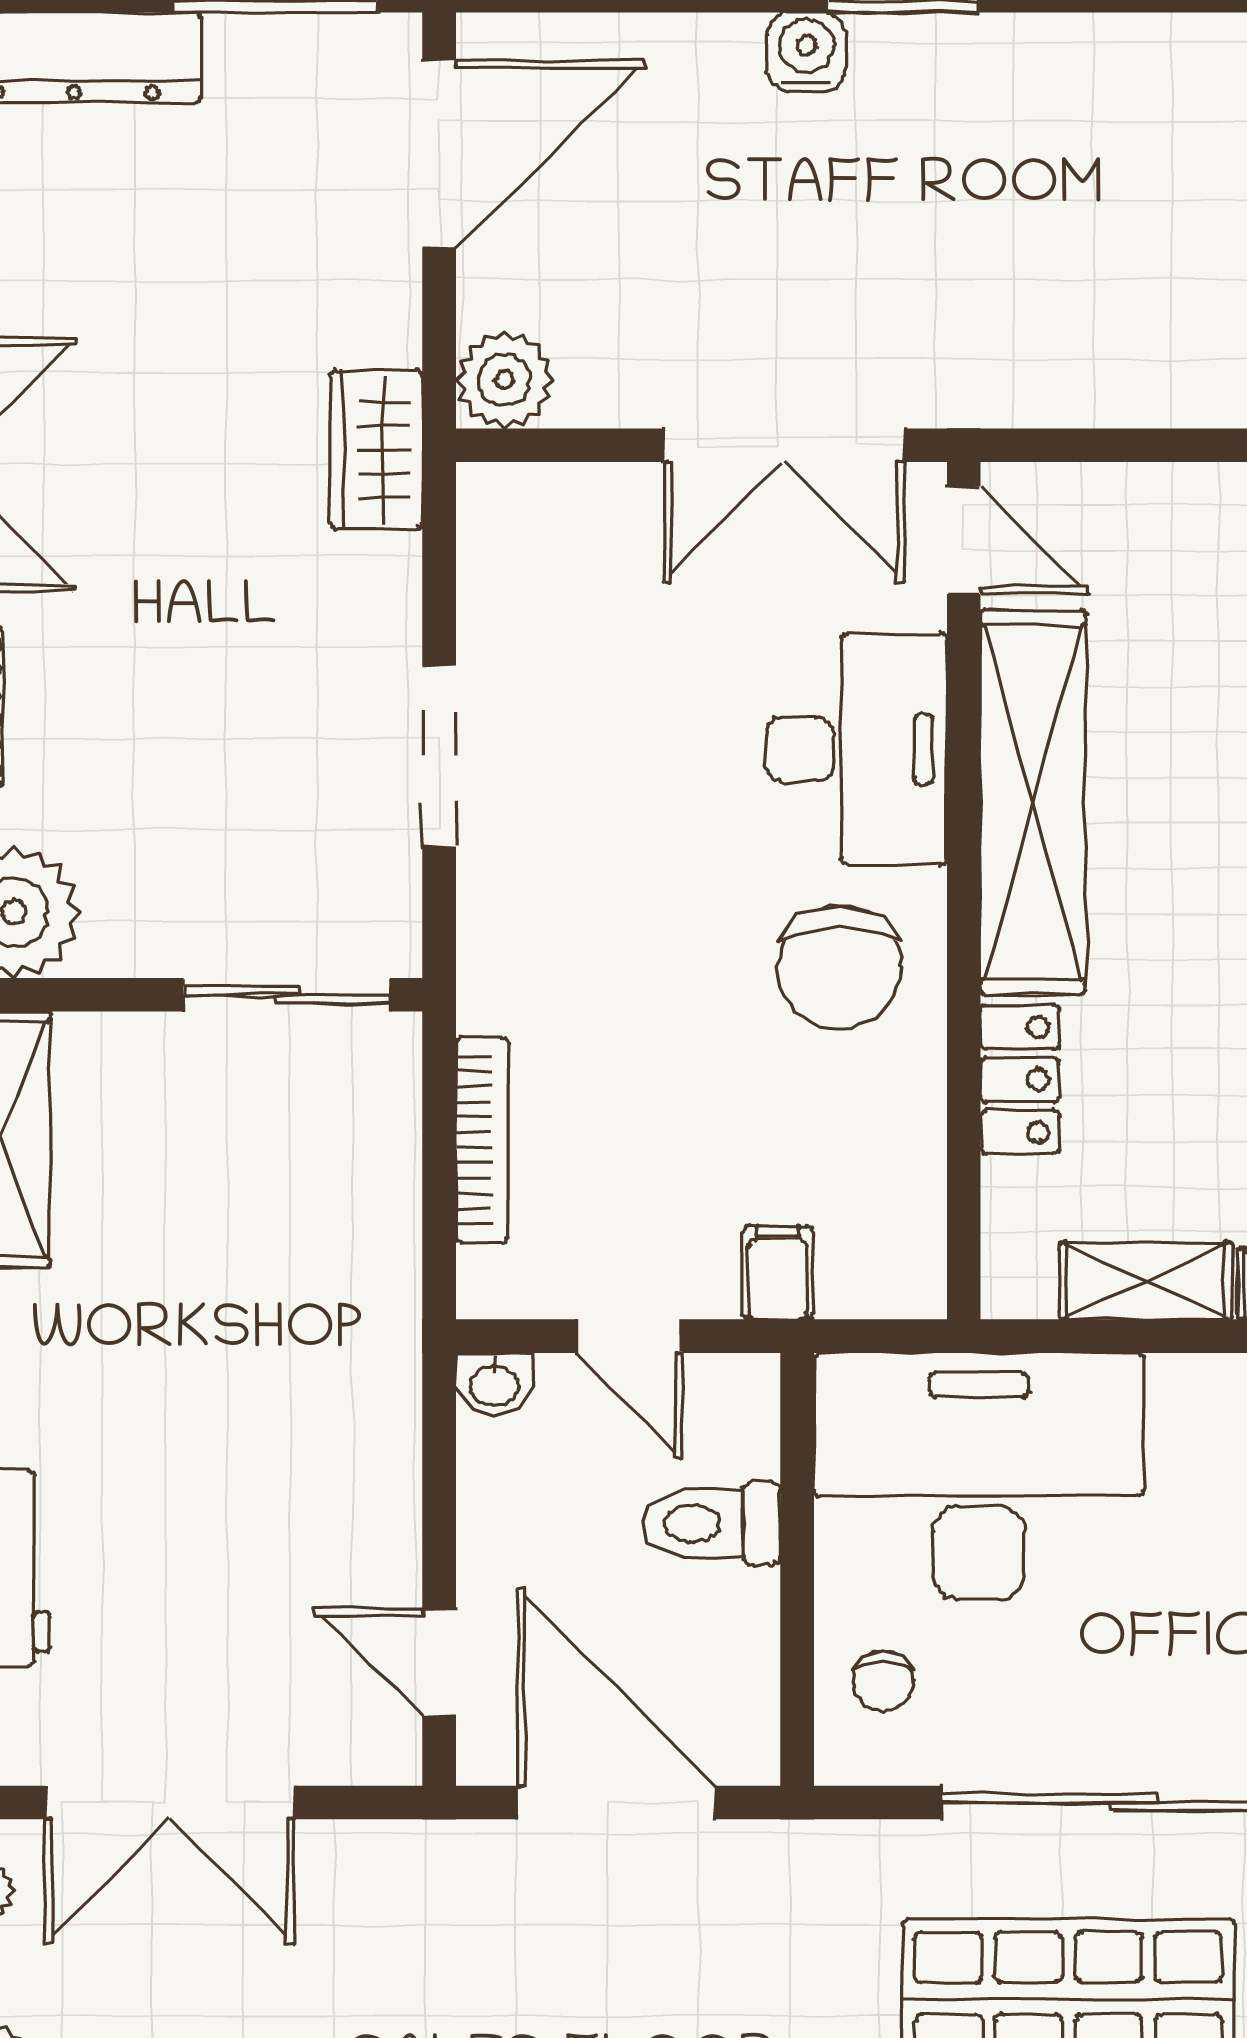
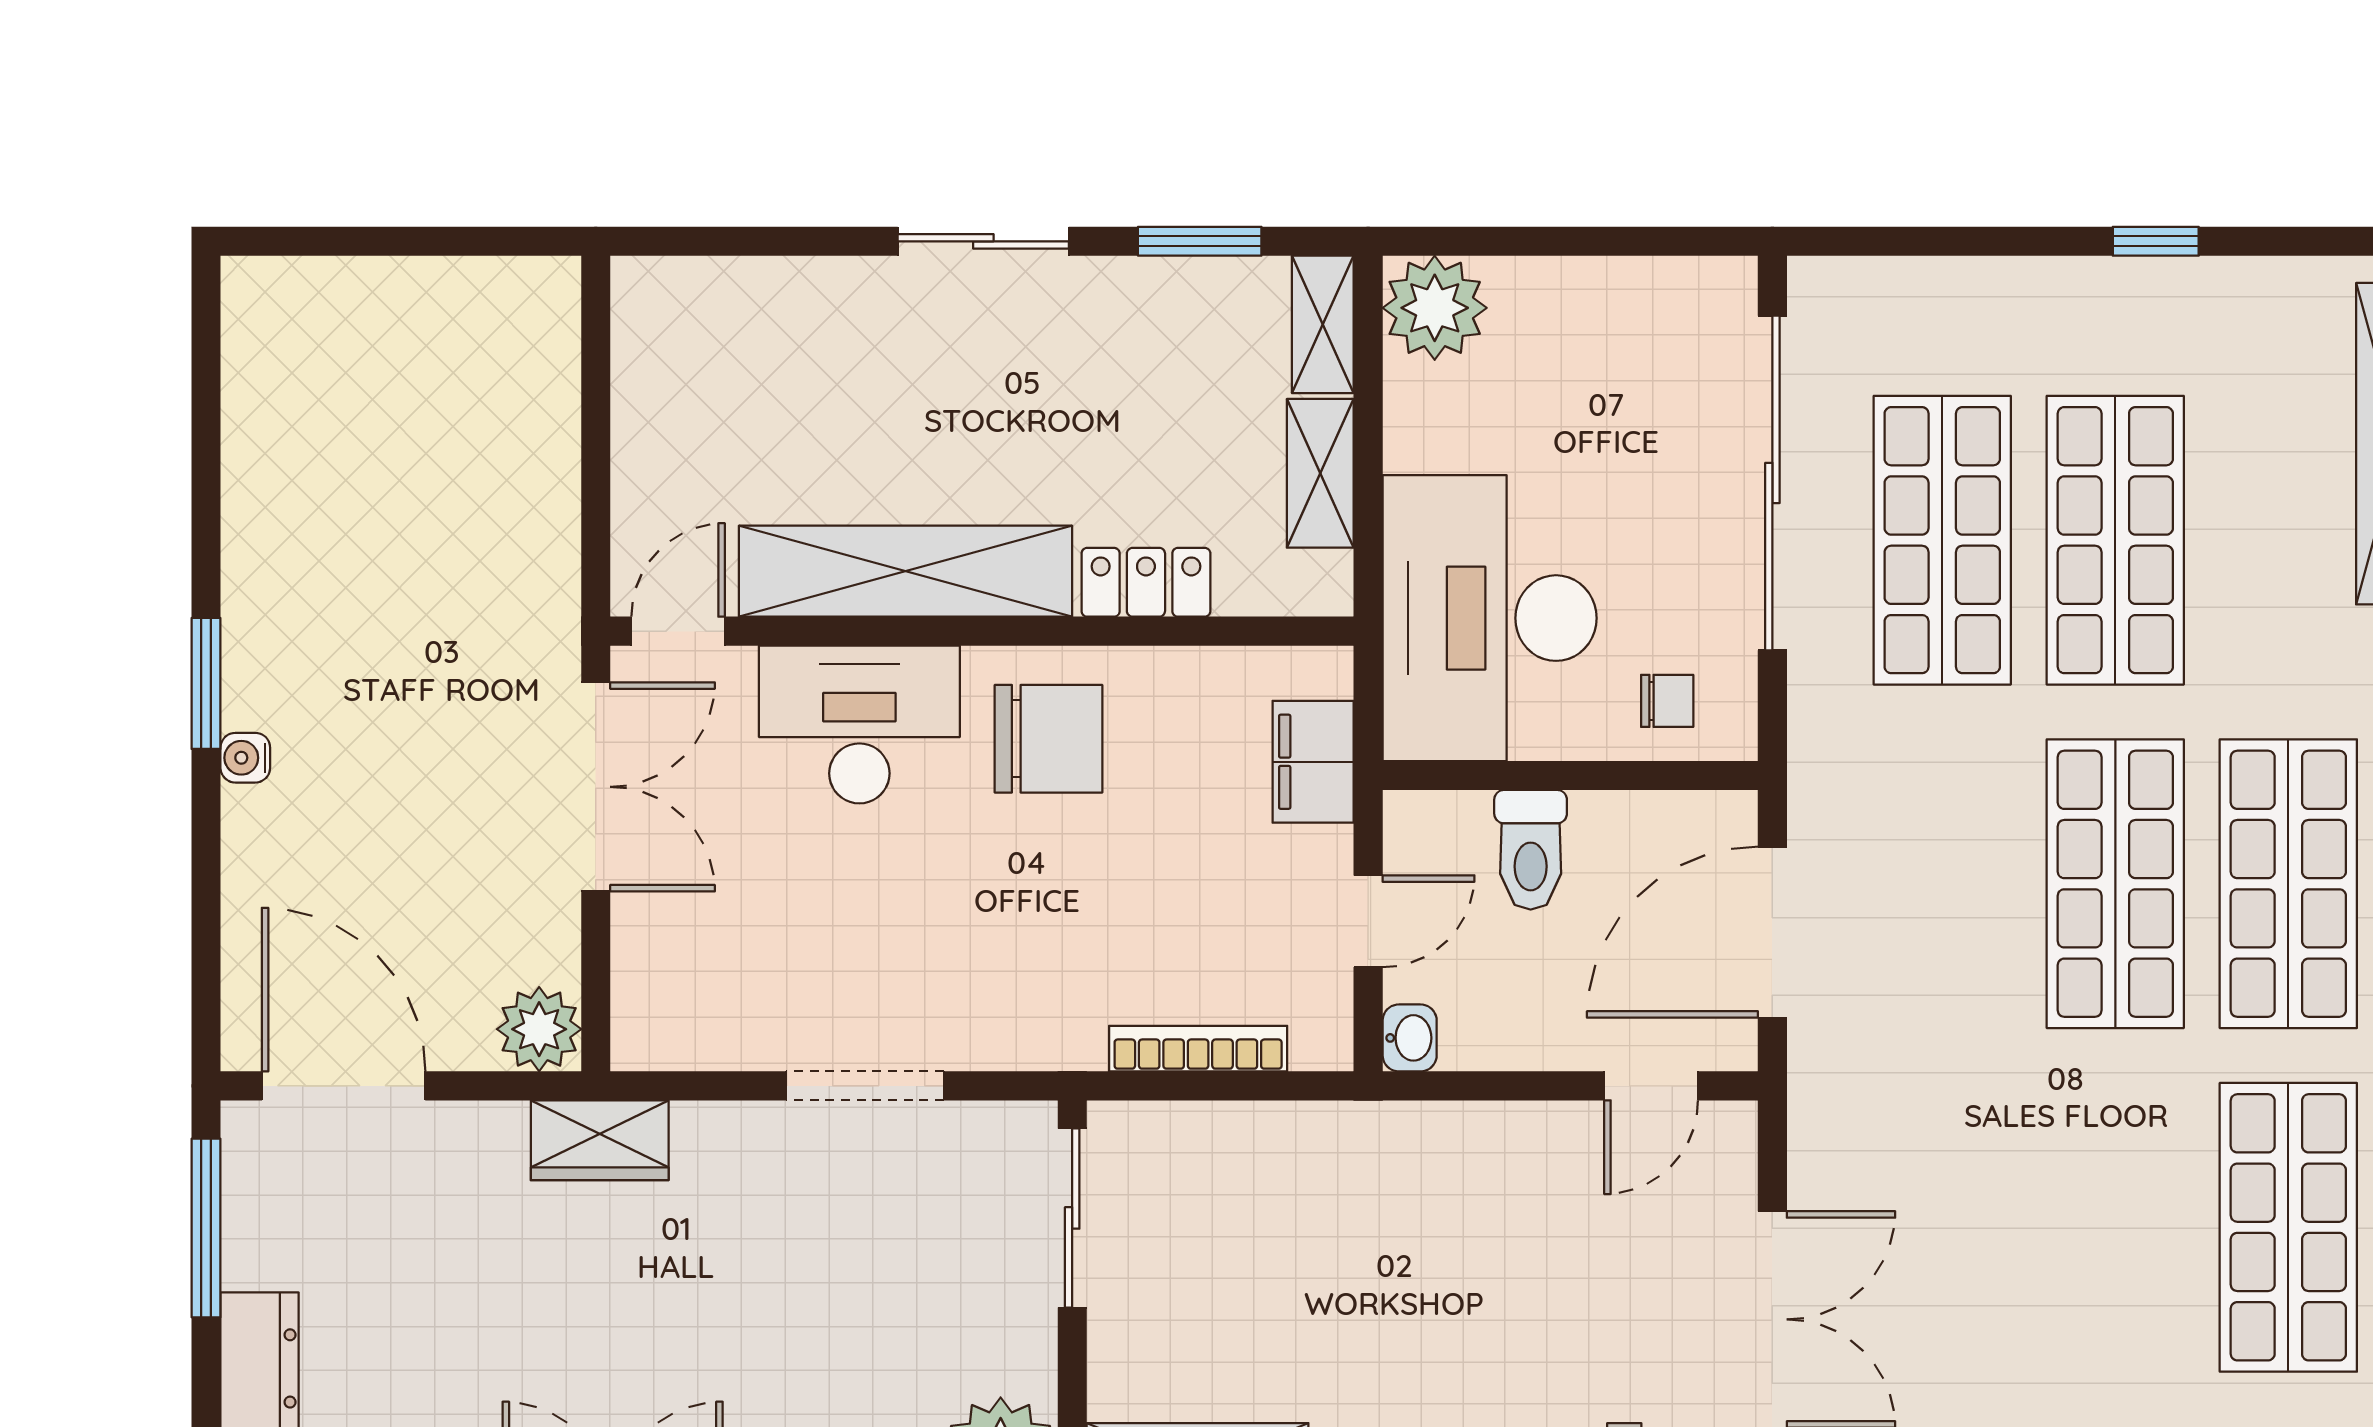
water cooler: (807, 52) -> (245, 758), width x0.72, depth x0.72
filing cabinet: (778, 1273) -> (1313, 762), width x2.00

